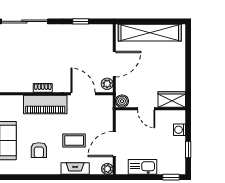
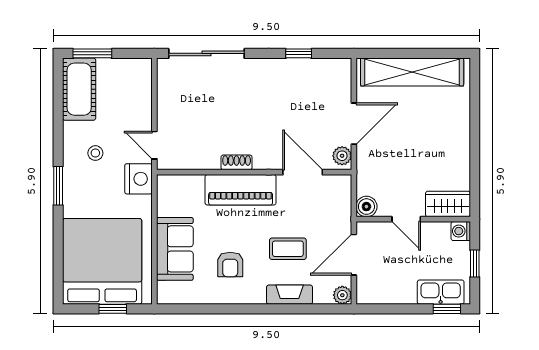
wardrobe: (172, 100) -> (448, 204), moved
boiler: (122, 101) -> (366, 207), moved
door: (146, 109) -> (406, 219), moved
wall: (150, 109) -> (413, 219), moved
kitchen sink: (142, 167) -> (441, 292), moved

